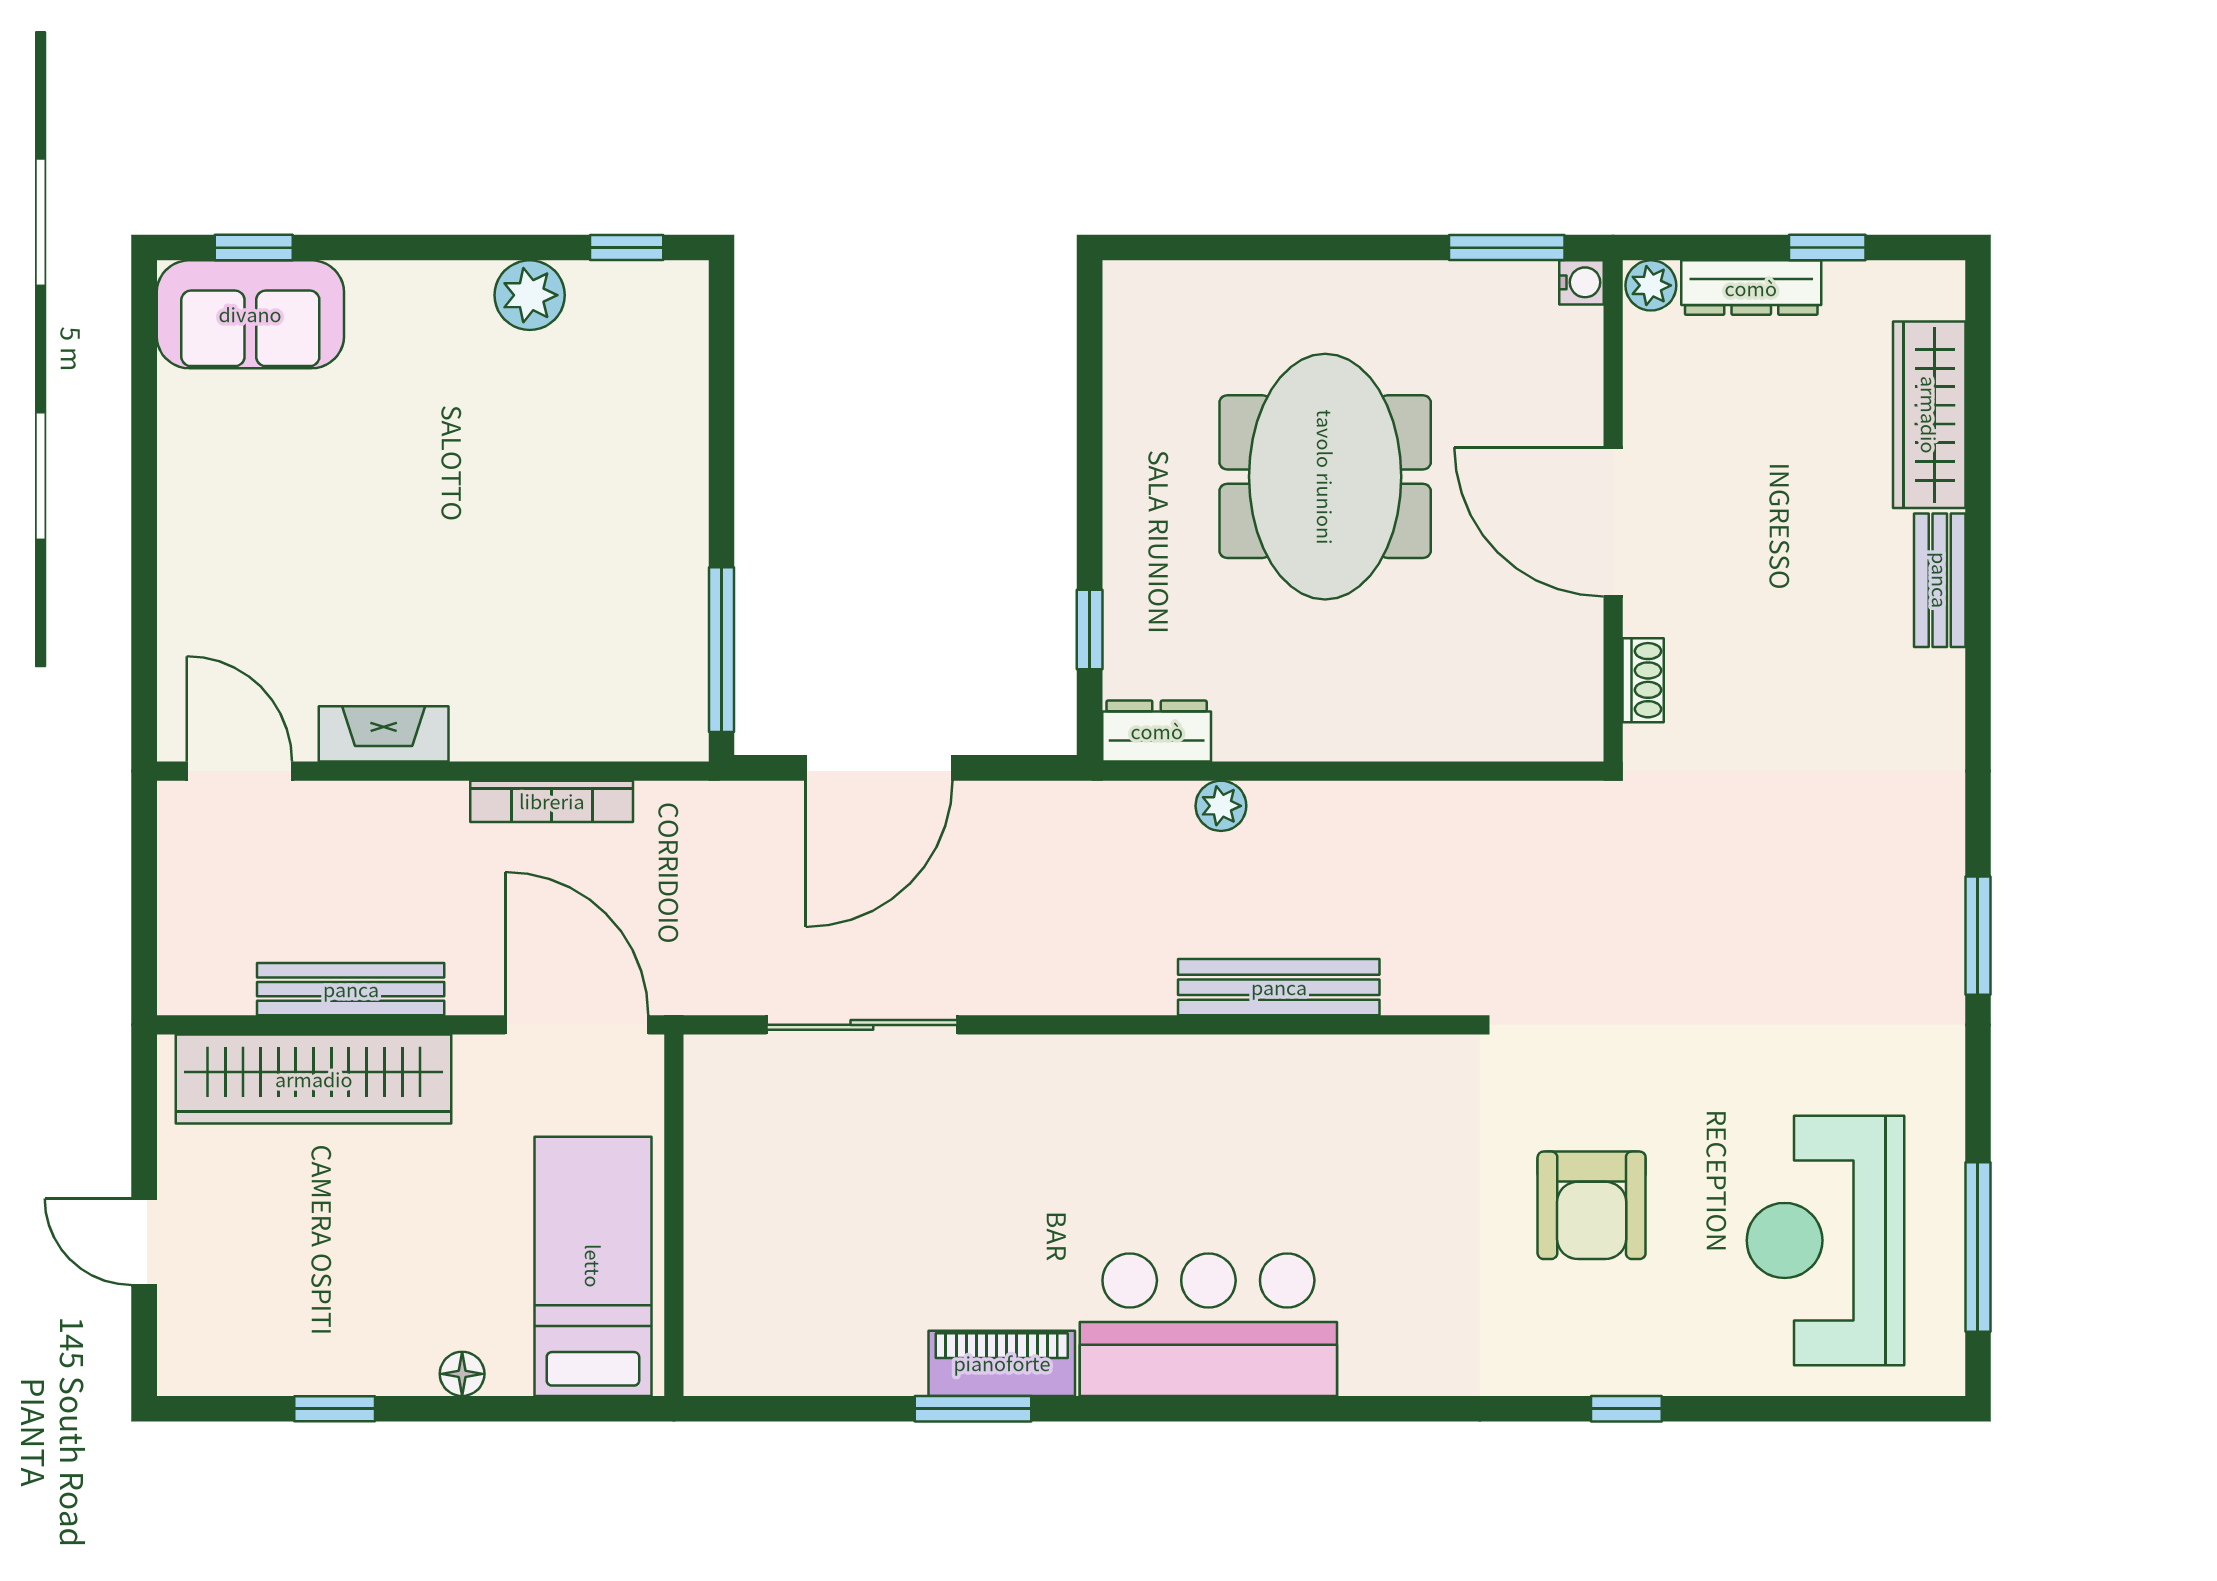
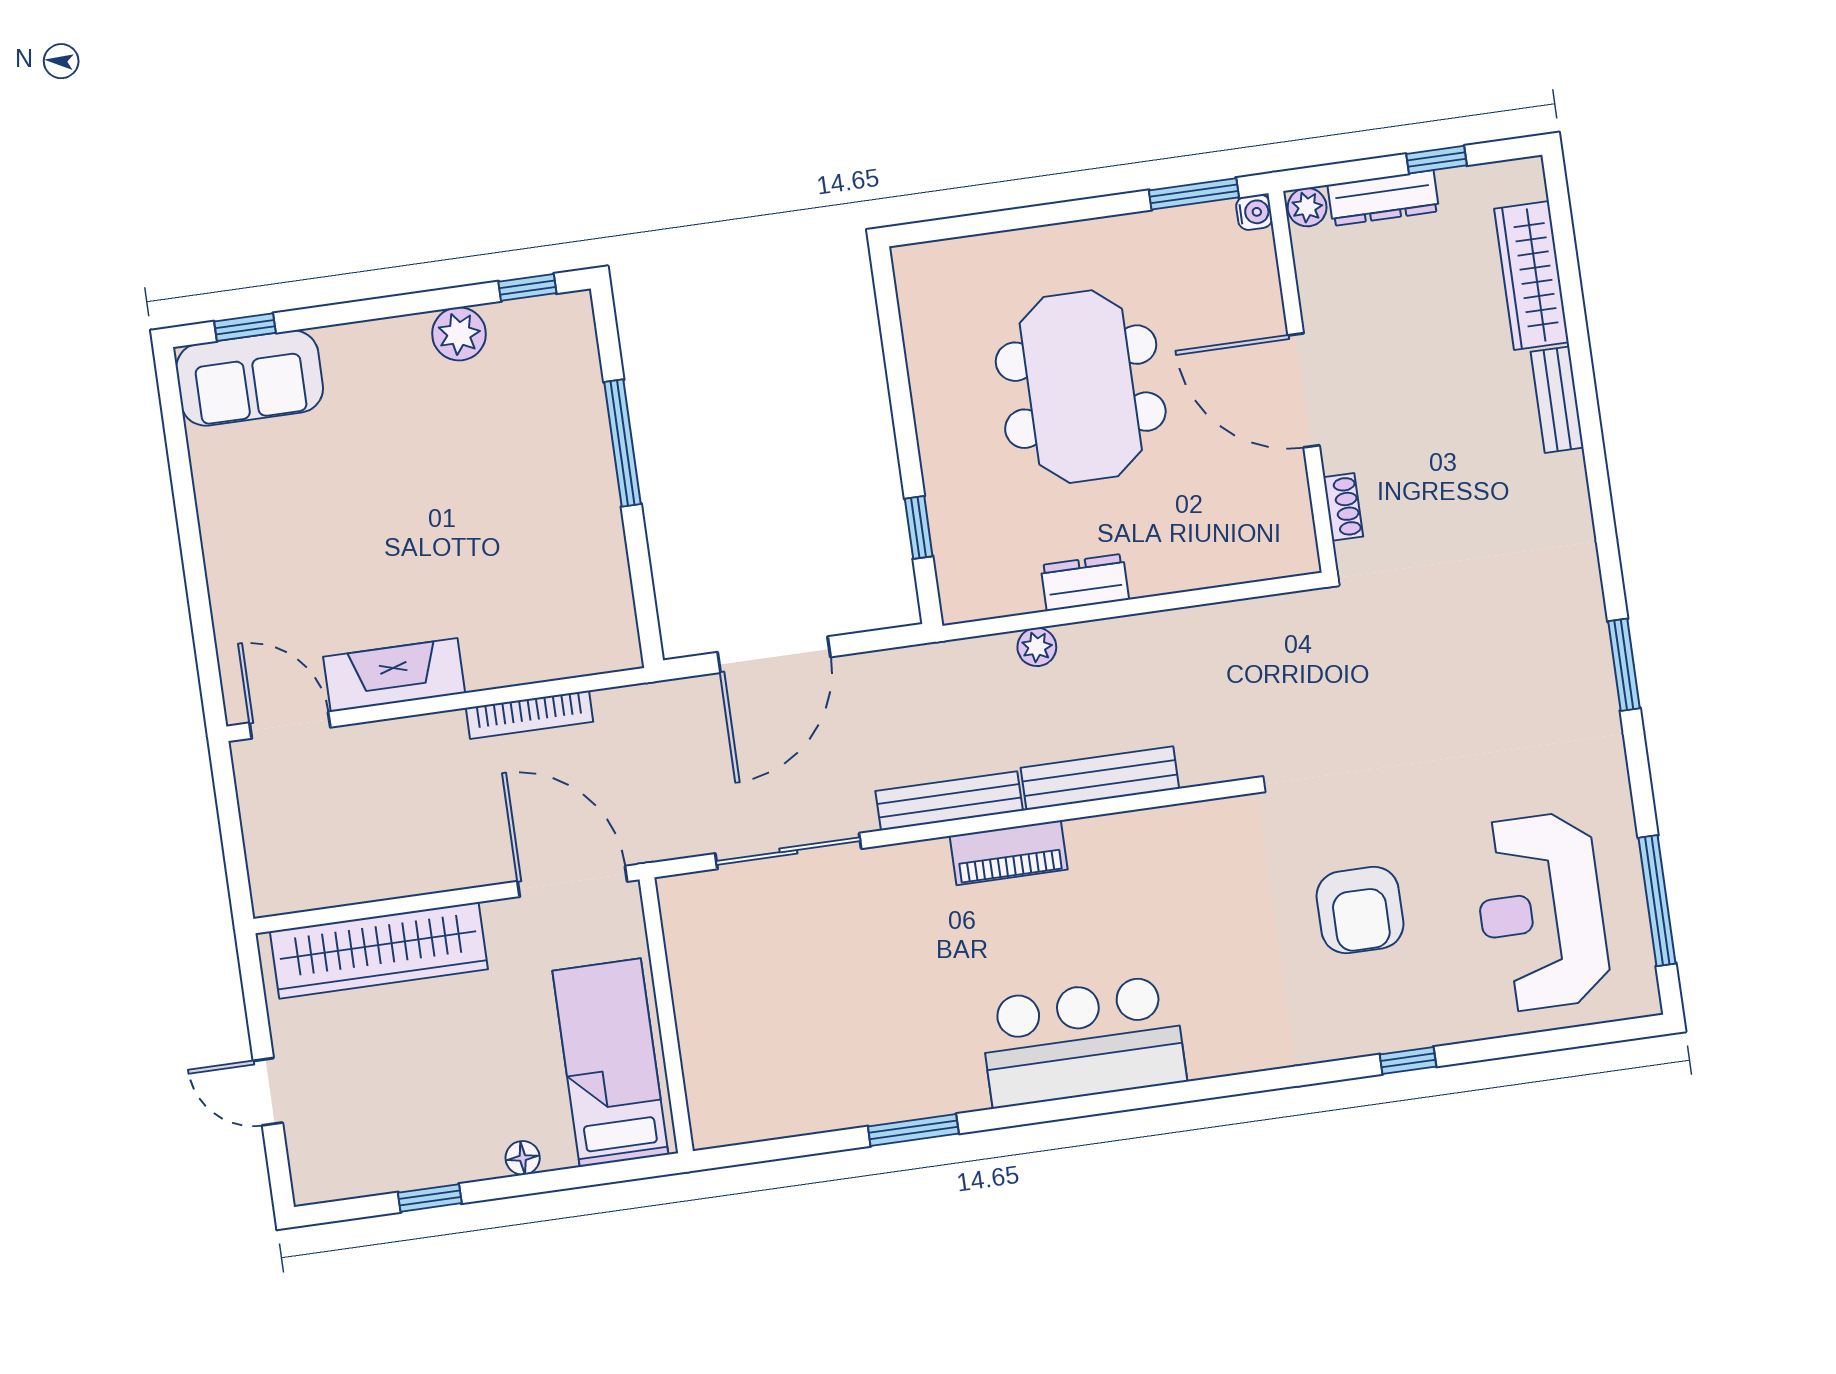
window: (722, 650) -> (623, 443), moved
dresser: (1157, 731) -> (1085, 582), moved
fireplace: (384, 734) -> (394, 675), width x1.37, depth x1.32
bench: (351, 989) -> (949, 801), moved
piano: (1002, 1363) -> (1009, 853), moved, turned 180

